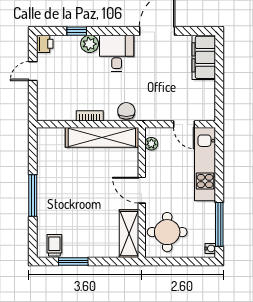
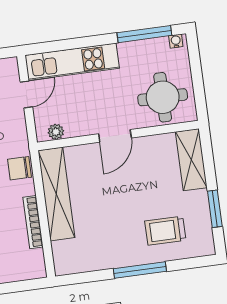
bookcase: (90, 116) -> (33, 222), width x1.56
shelving: (129, 234) -> (191, 160), moved, turned 90
trolley: (54, 245) -> (165, 231), moved, width x1.36, depth x1.39

